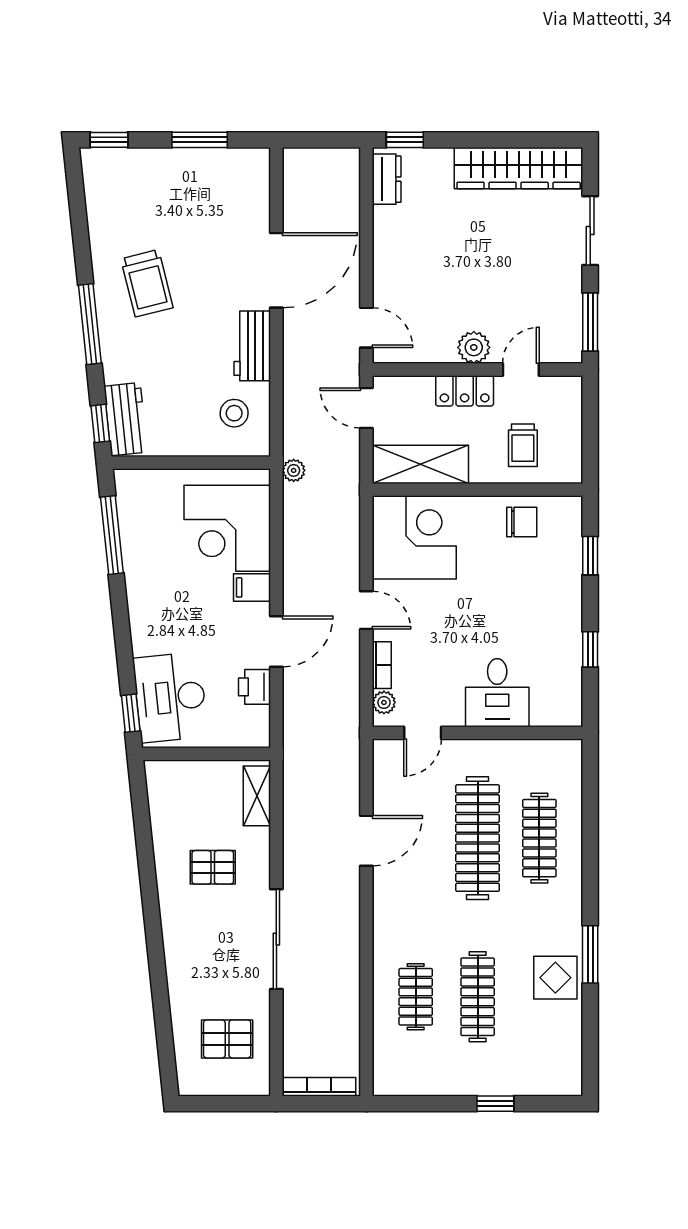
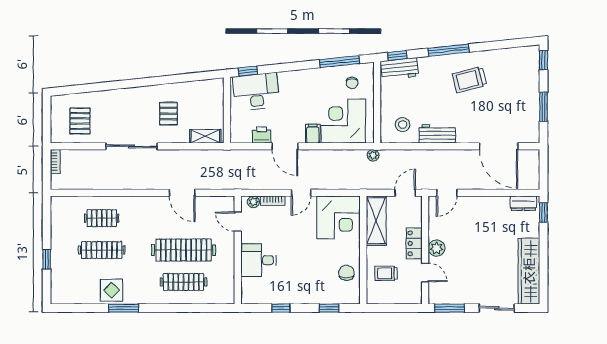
door: (276, 270) -> (498, 146), moved
chair: (153, 511) -> (352, 83), added
chair: (522, 522) -> (346, 273), turned 180
bookcase: (319, 1087) -> (55, 161), width x0.64

